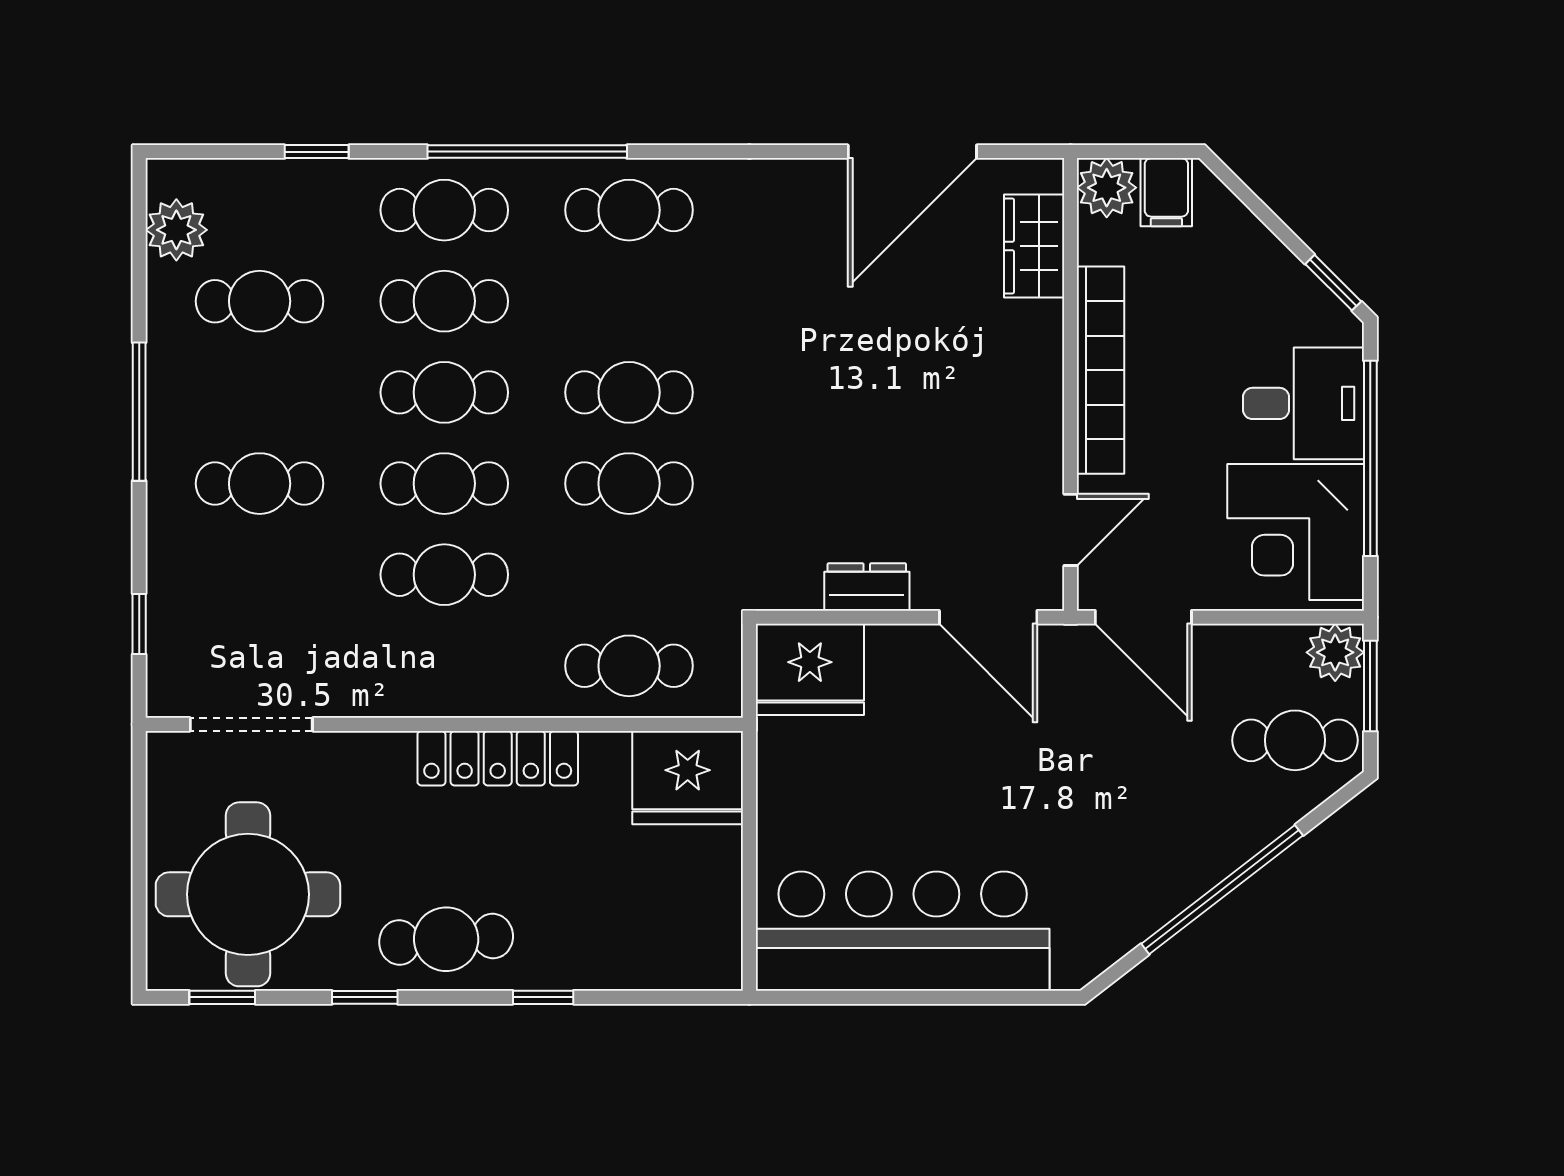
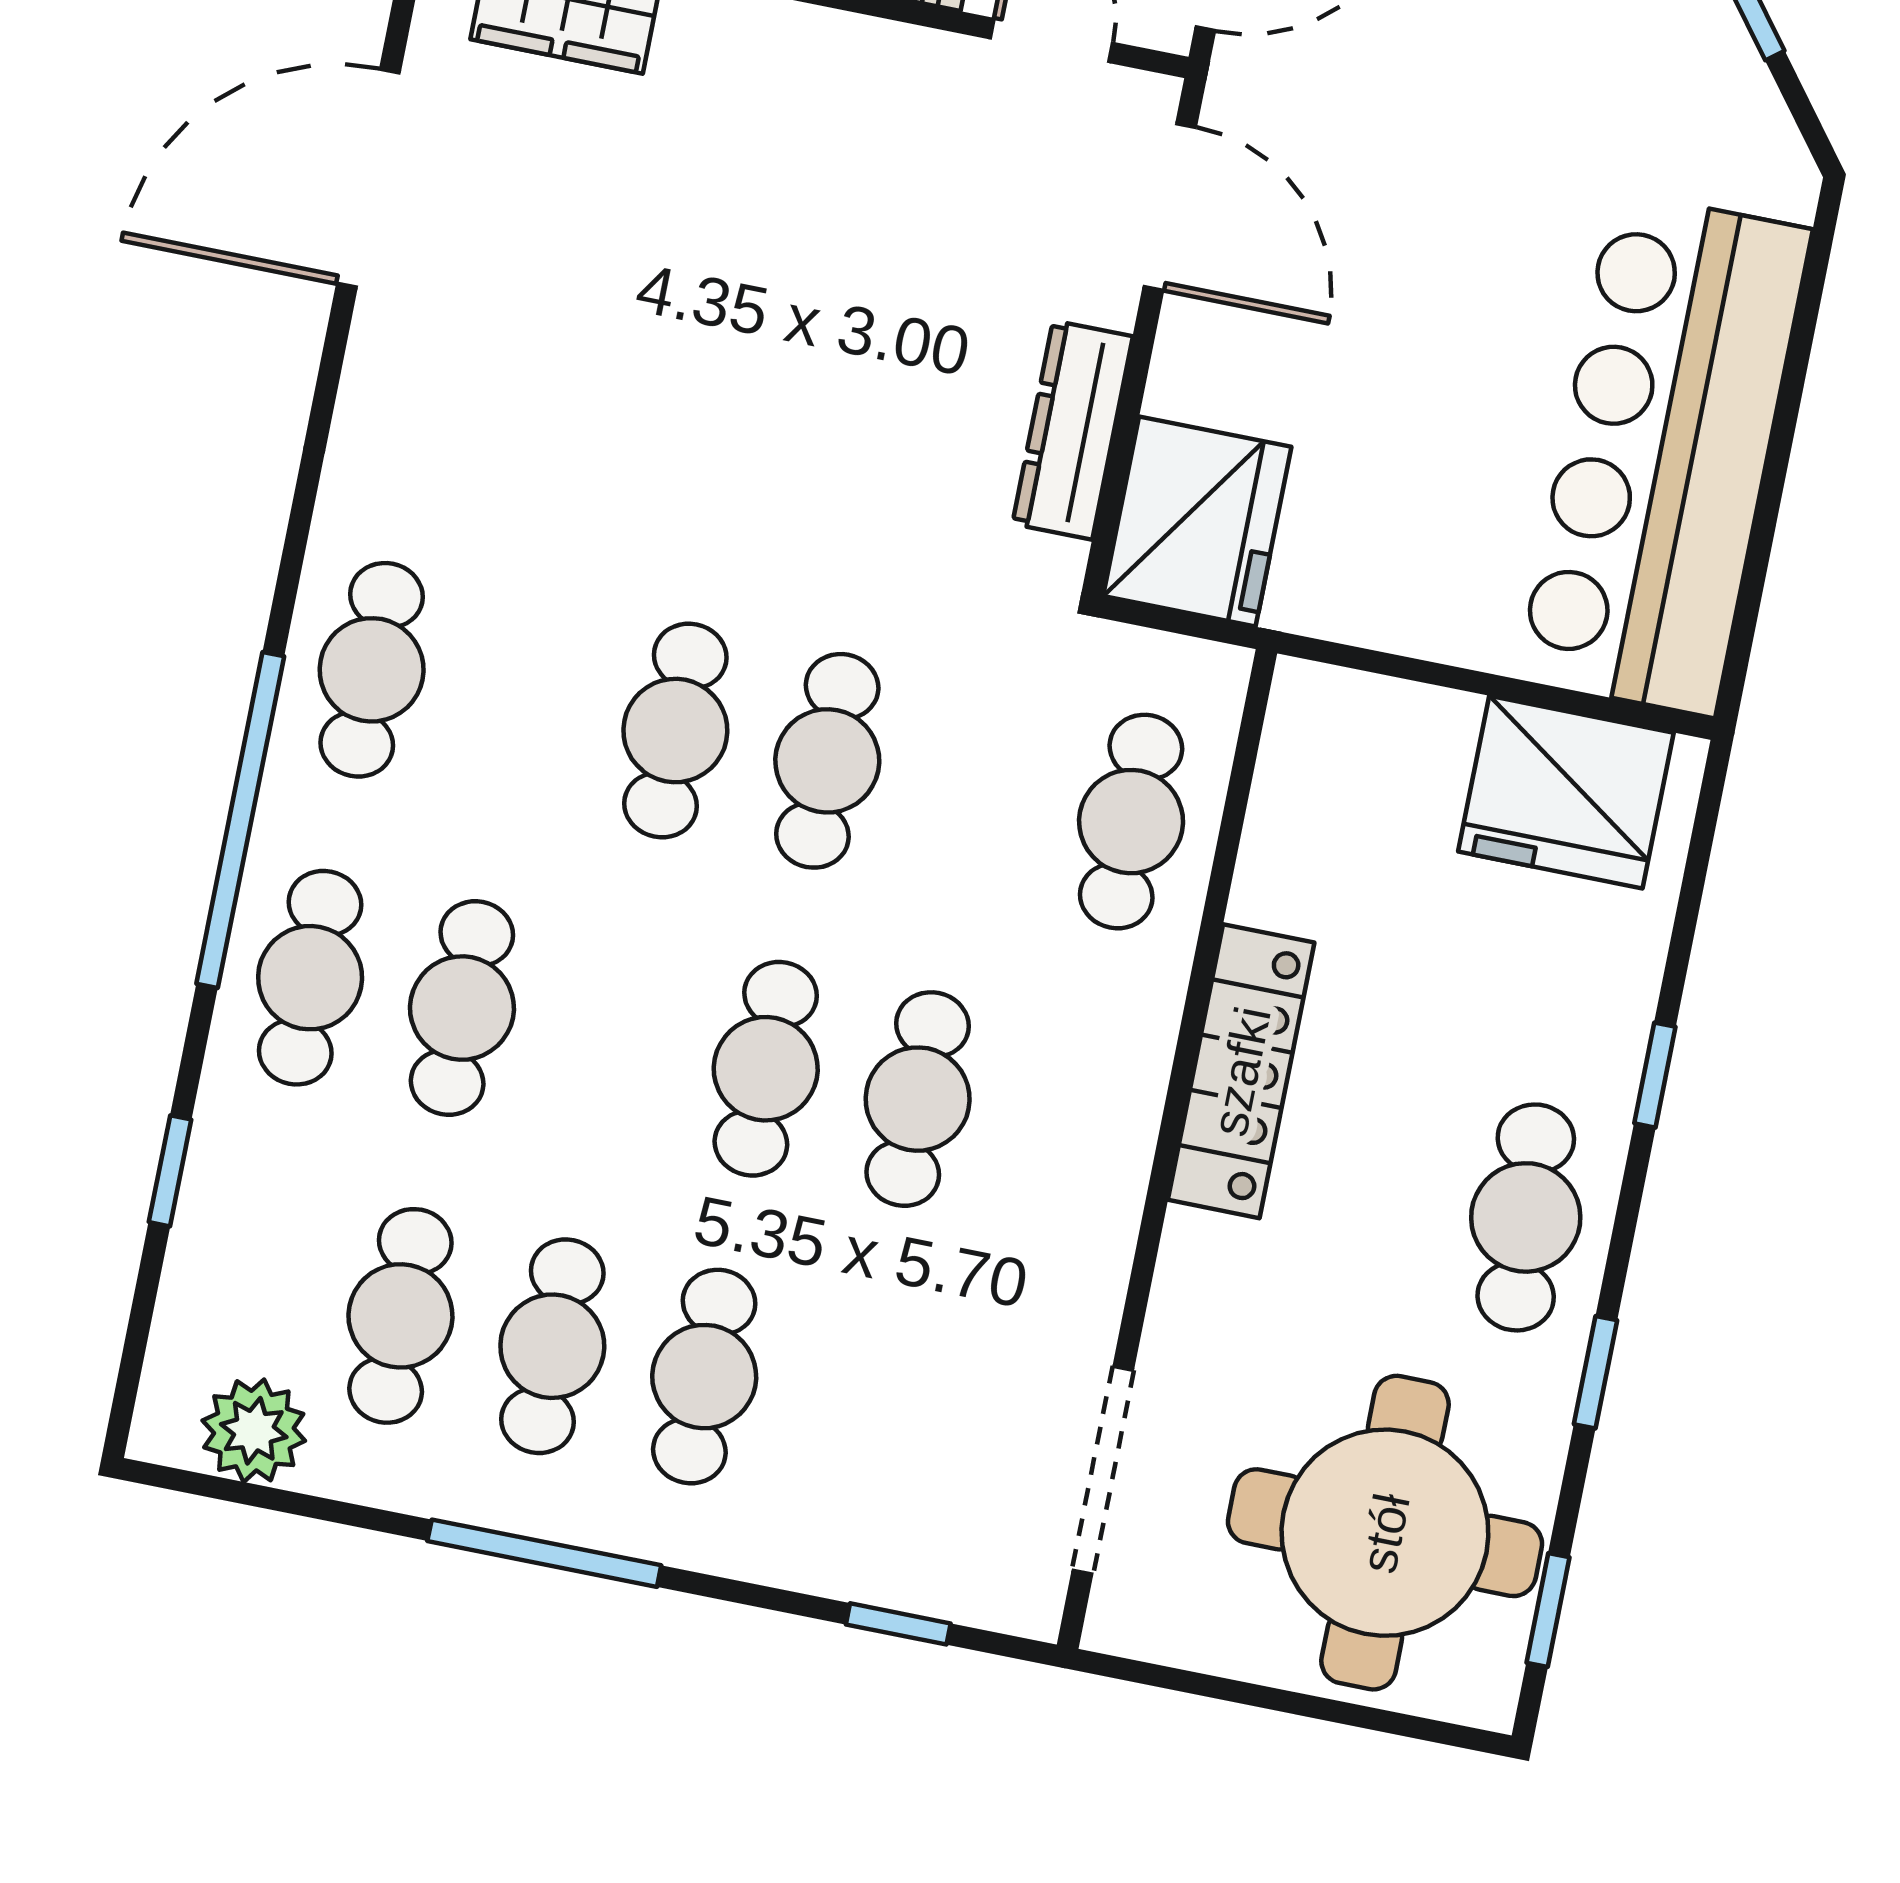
door: (912, 152) -> (368, 178), swing flipped
cafe table: (444, 392) -> (552, 1346), moved
dresser: (867, 587) -> (1073, 430), width x1.44
door: (988, 617) -> (1170, 207), hinge flipped
fridge: (688, 778) -> (1566, 792), moved, turned 90

